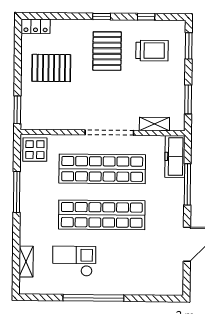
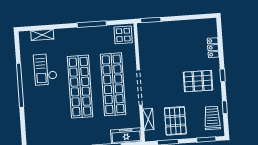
locker: (36, 26) -> (213, 48), moved
trolley: (152, 51) -> (212, 118), moved, turned 180
pallet: (51, 68) -> (175, 121), moved
checkout: (74, 261) -> (45, 69), turned 180

